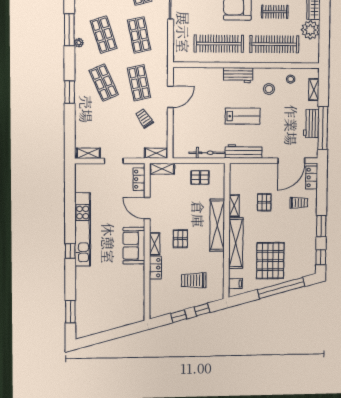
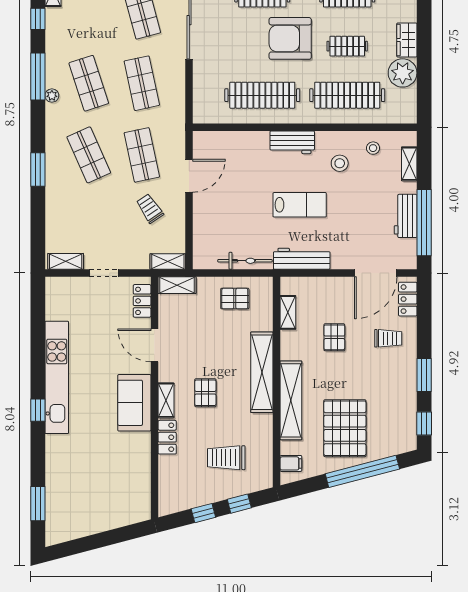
shelving: (234, 206) -> (288, 312), moved

